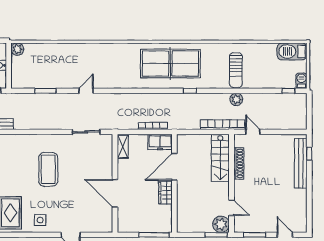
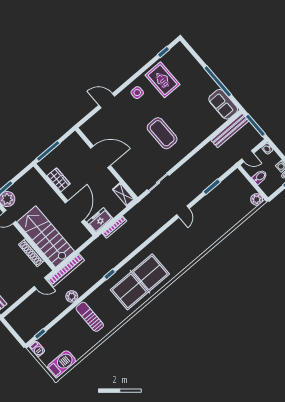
stairs: (220, 158) -> (46, 237), width x1.36, depth x1.51
wardrobe: (165, 193) -> (59, 180), moved

